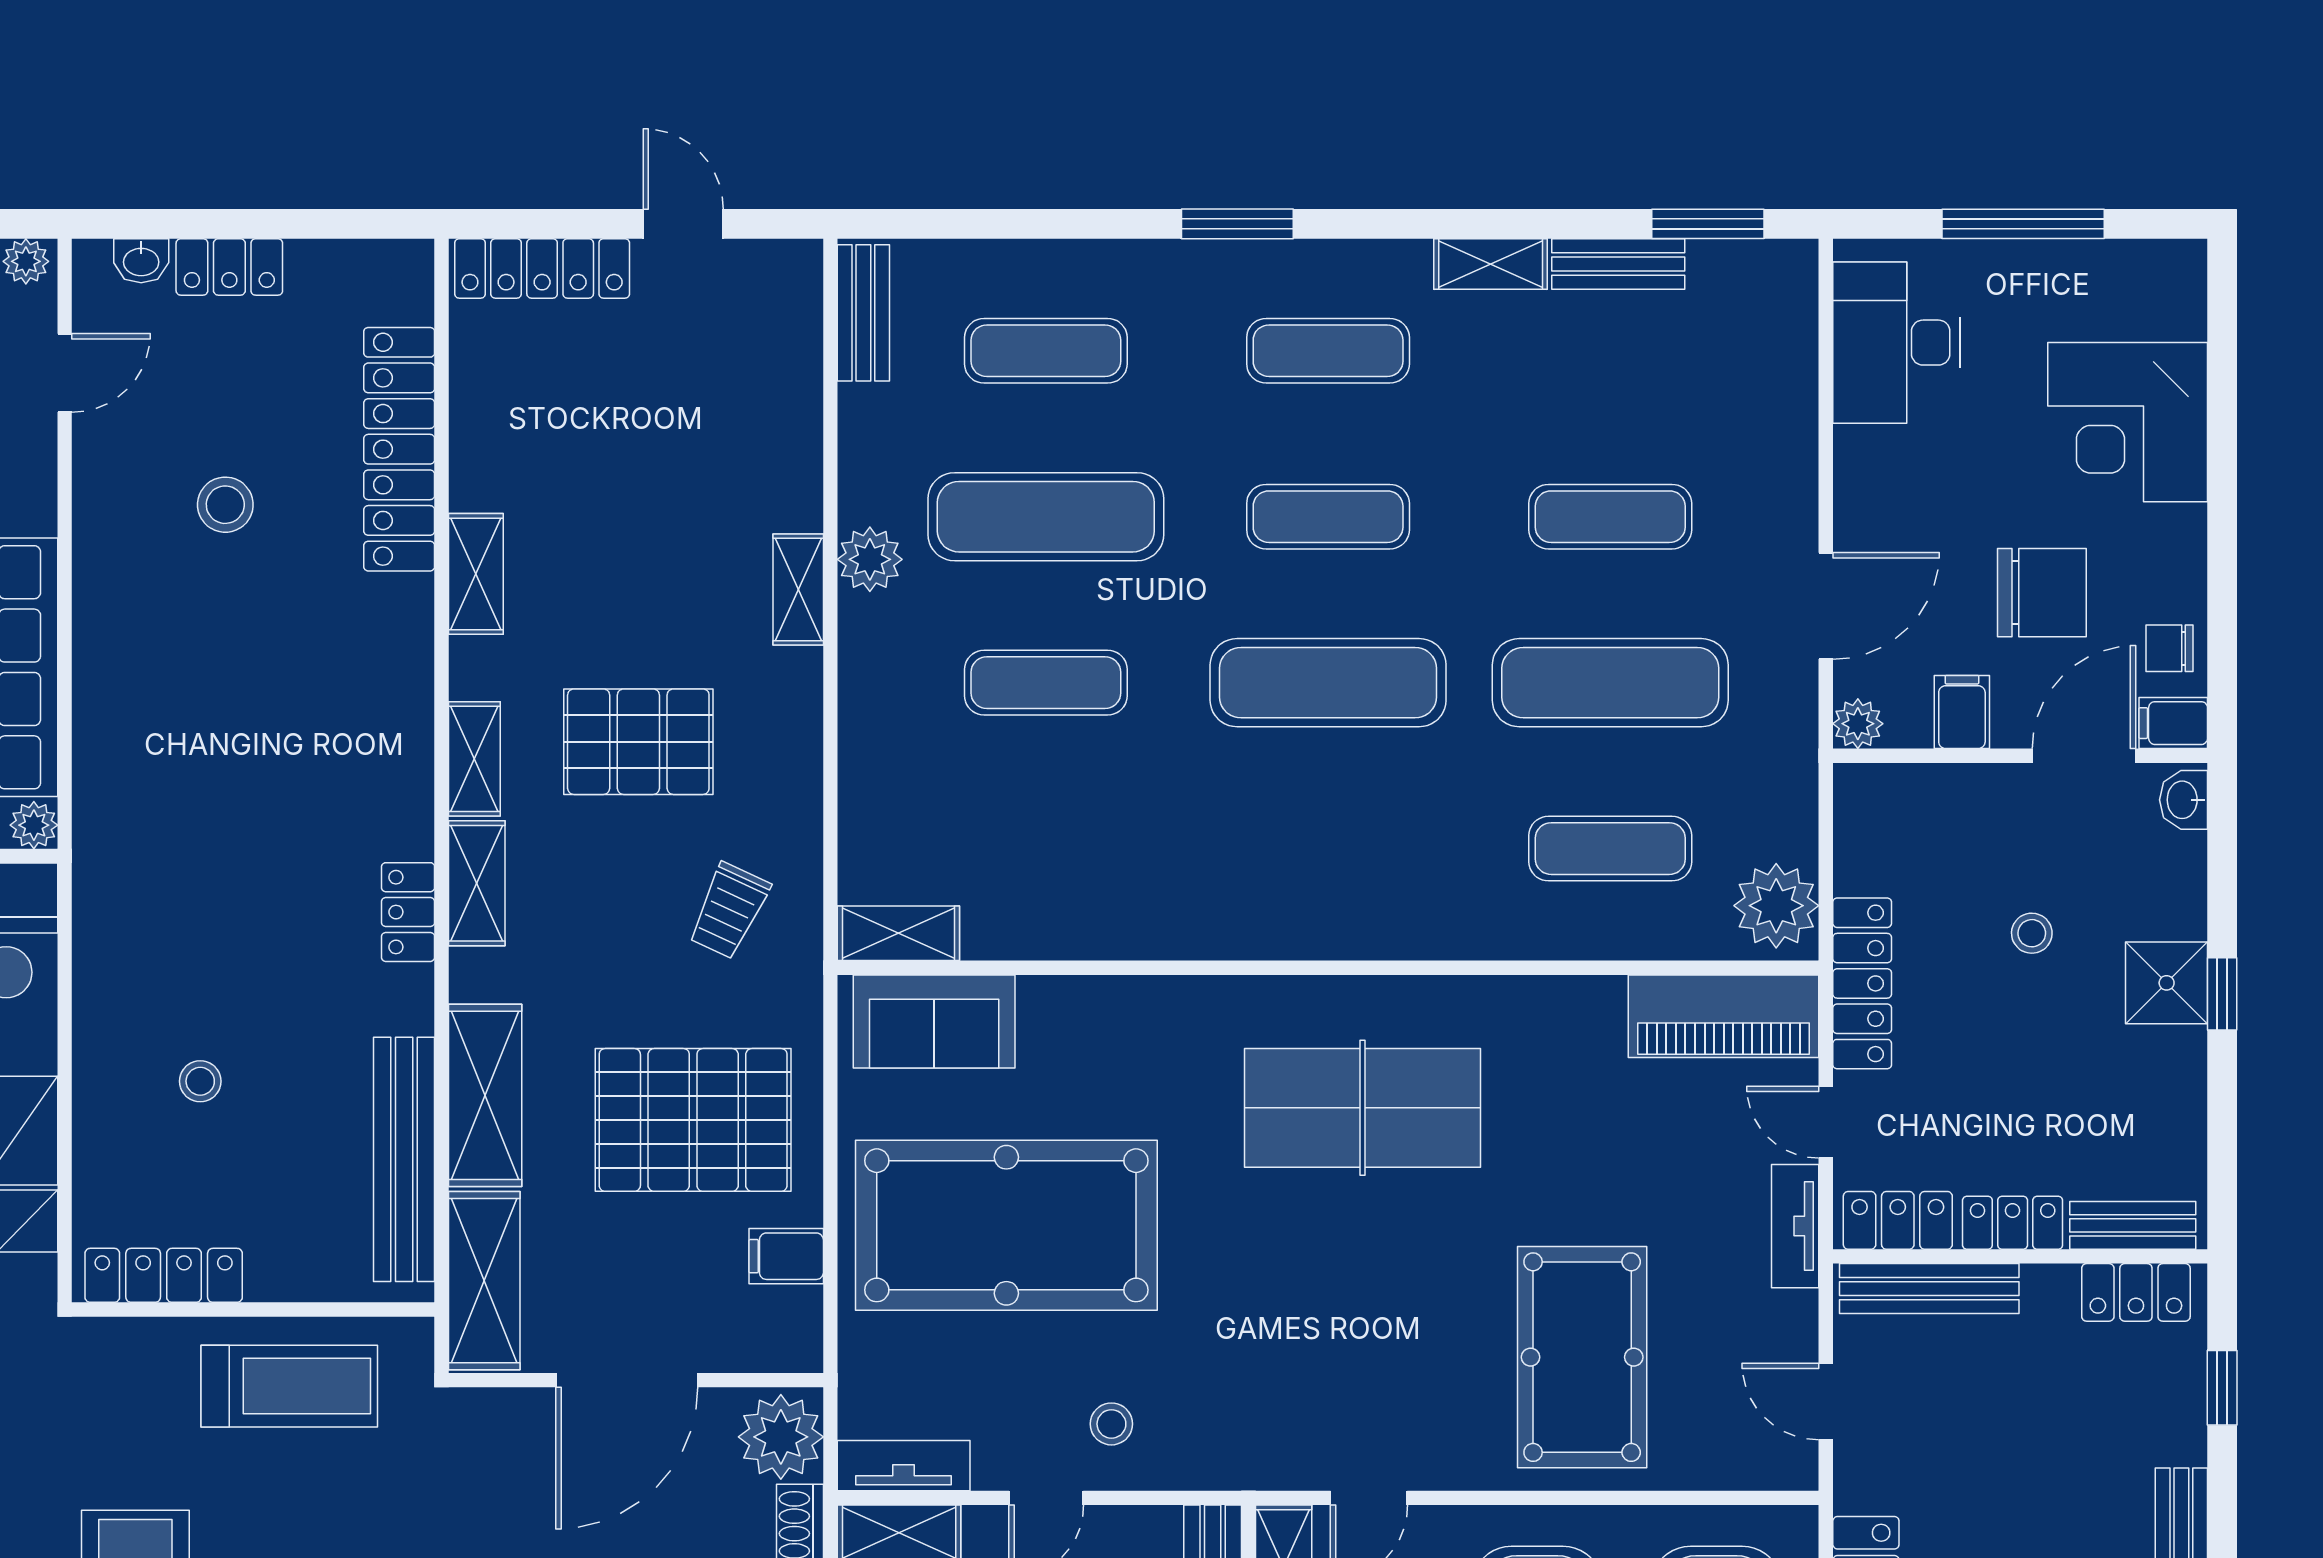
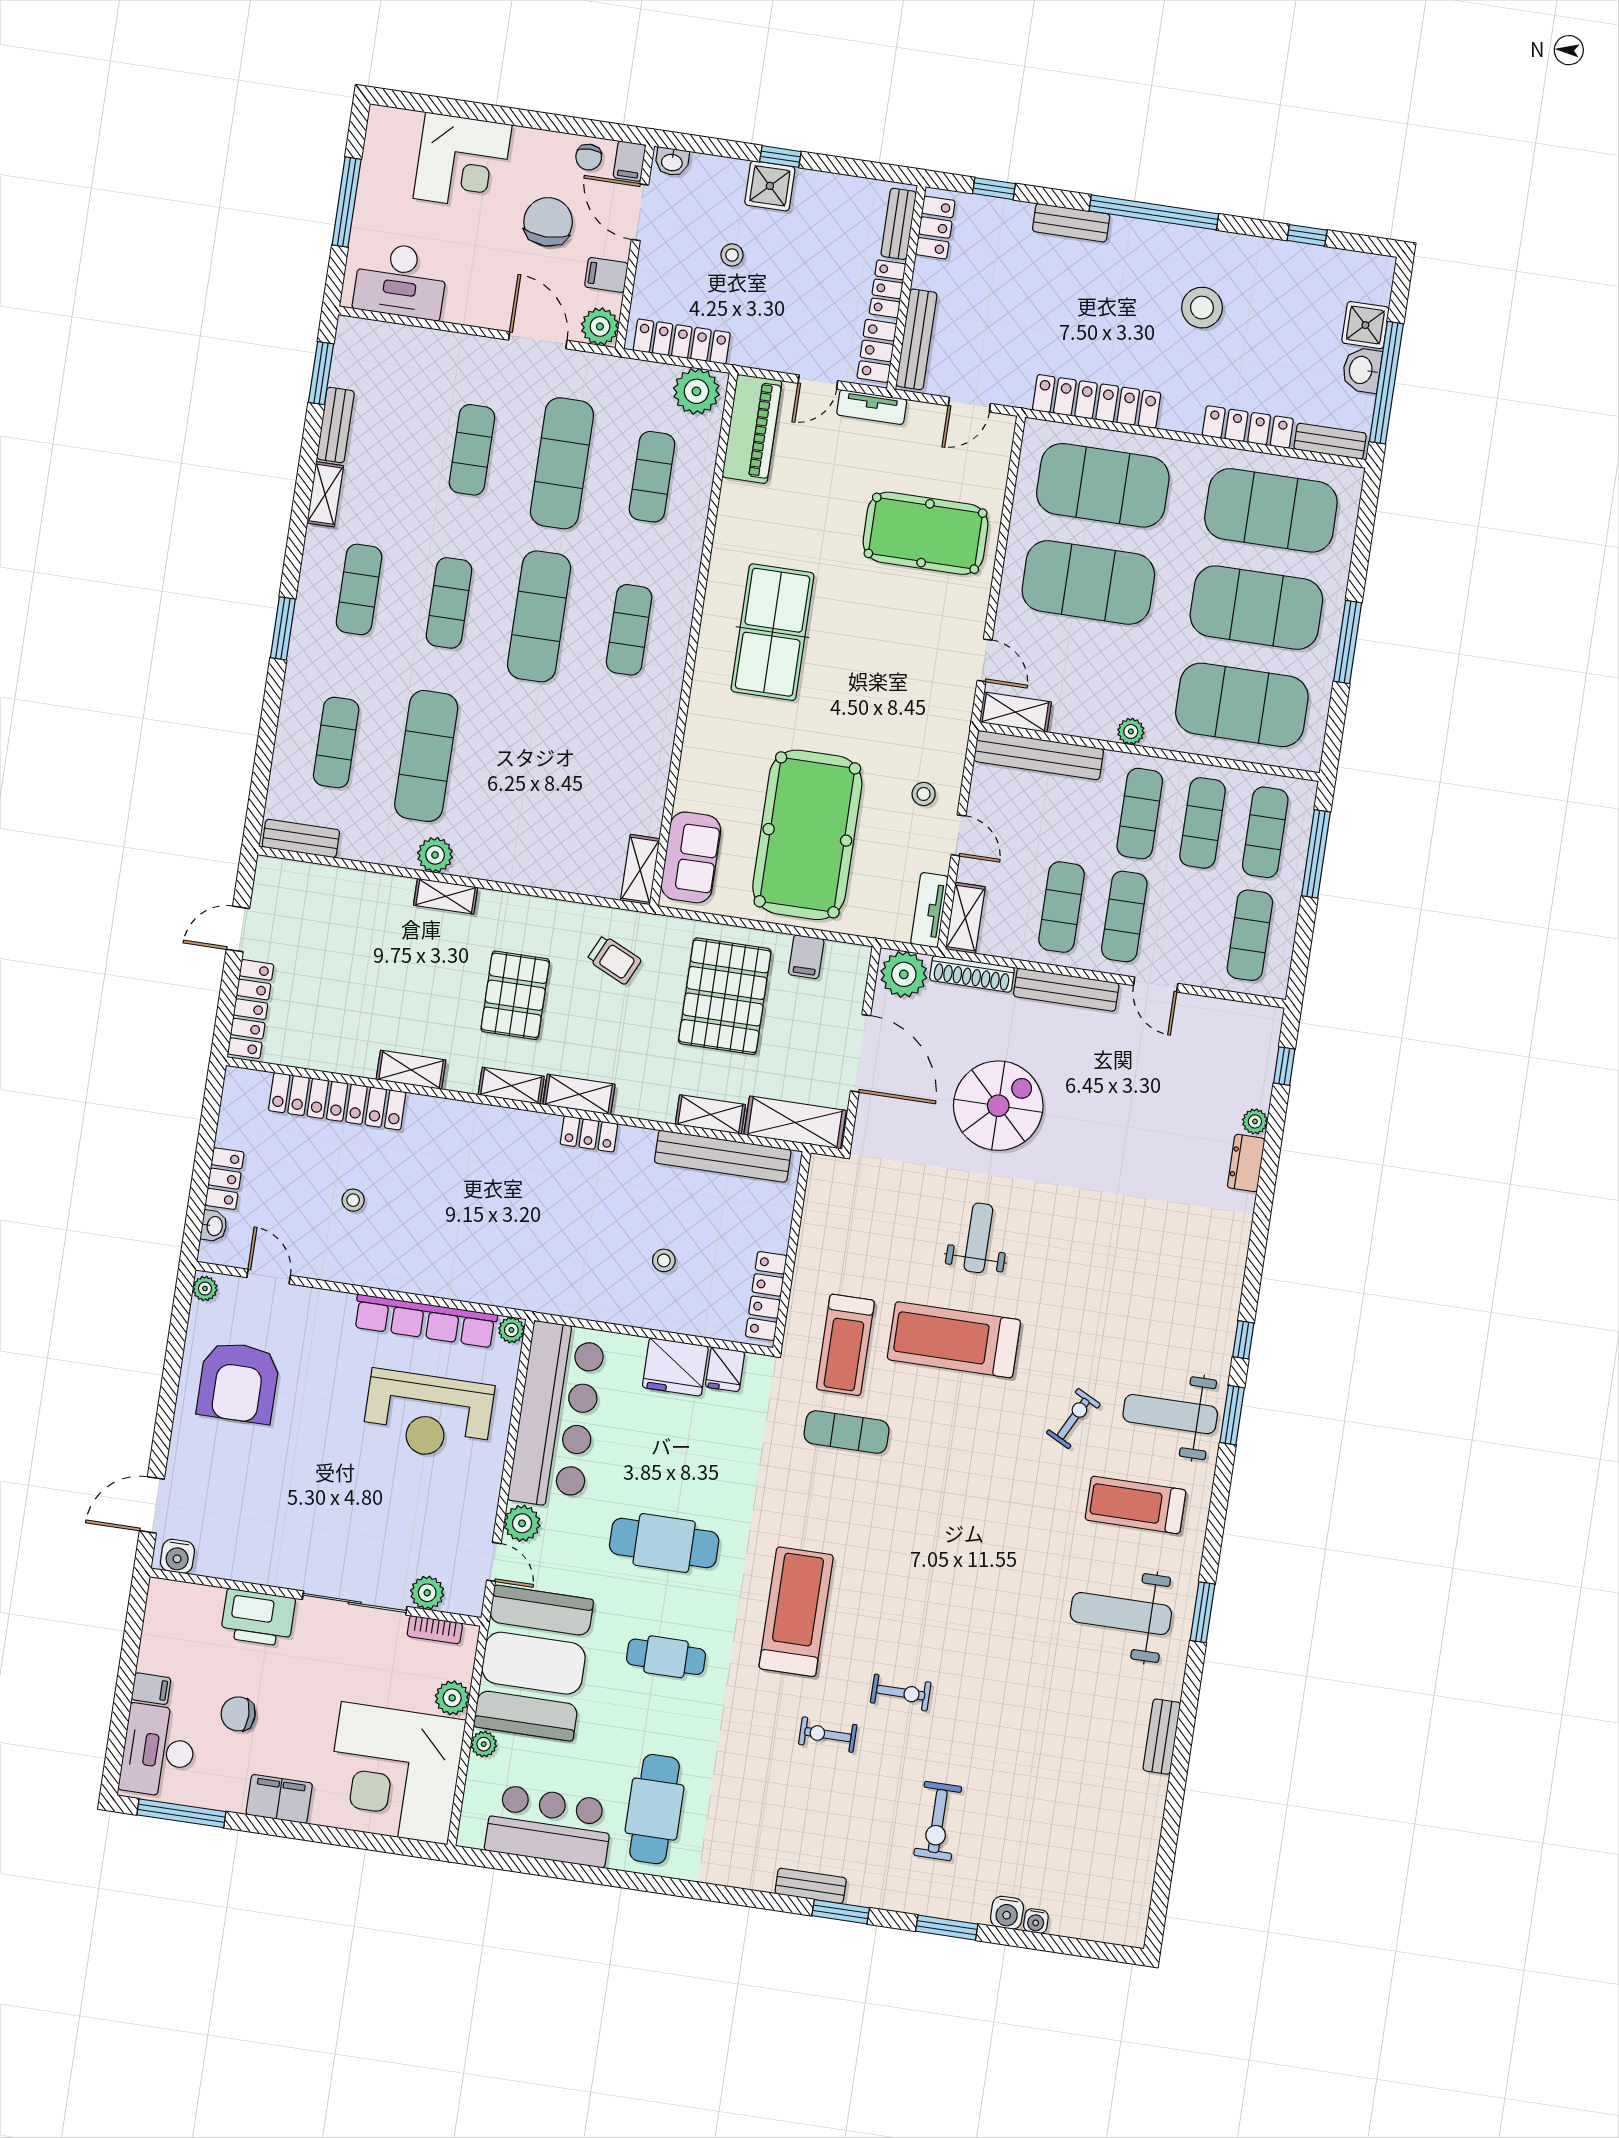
stool: (225, 505) -> (353, 1200), width x0.73, depth x0.73
exercise mat: (1046, 683) -> (629, 630), moved
plant: (1858, 724) -> (600, 326), width x1.38, depth x1.38
locker: (1862, 983) -> (682, 342), moved
shelving: (485, 1095) -> (710, 1114), width x0.67, depth x0.75
treadmill: (289, 1386) -> (845, 1345), moved, turned 180

